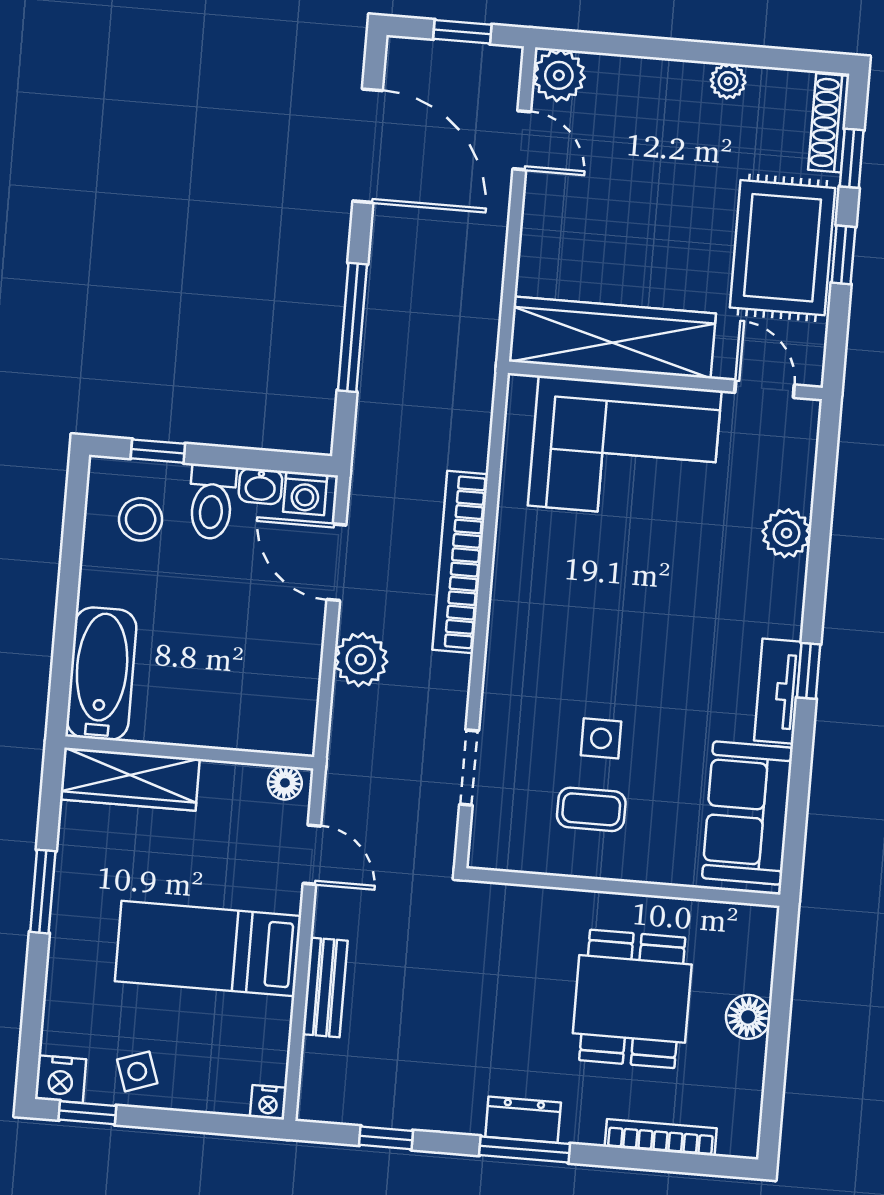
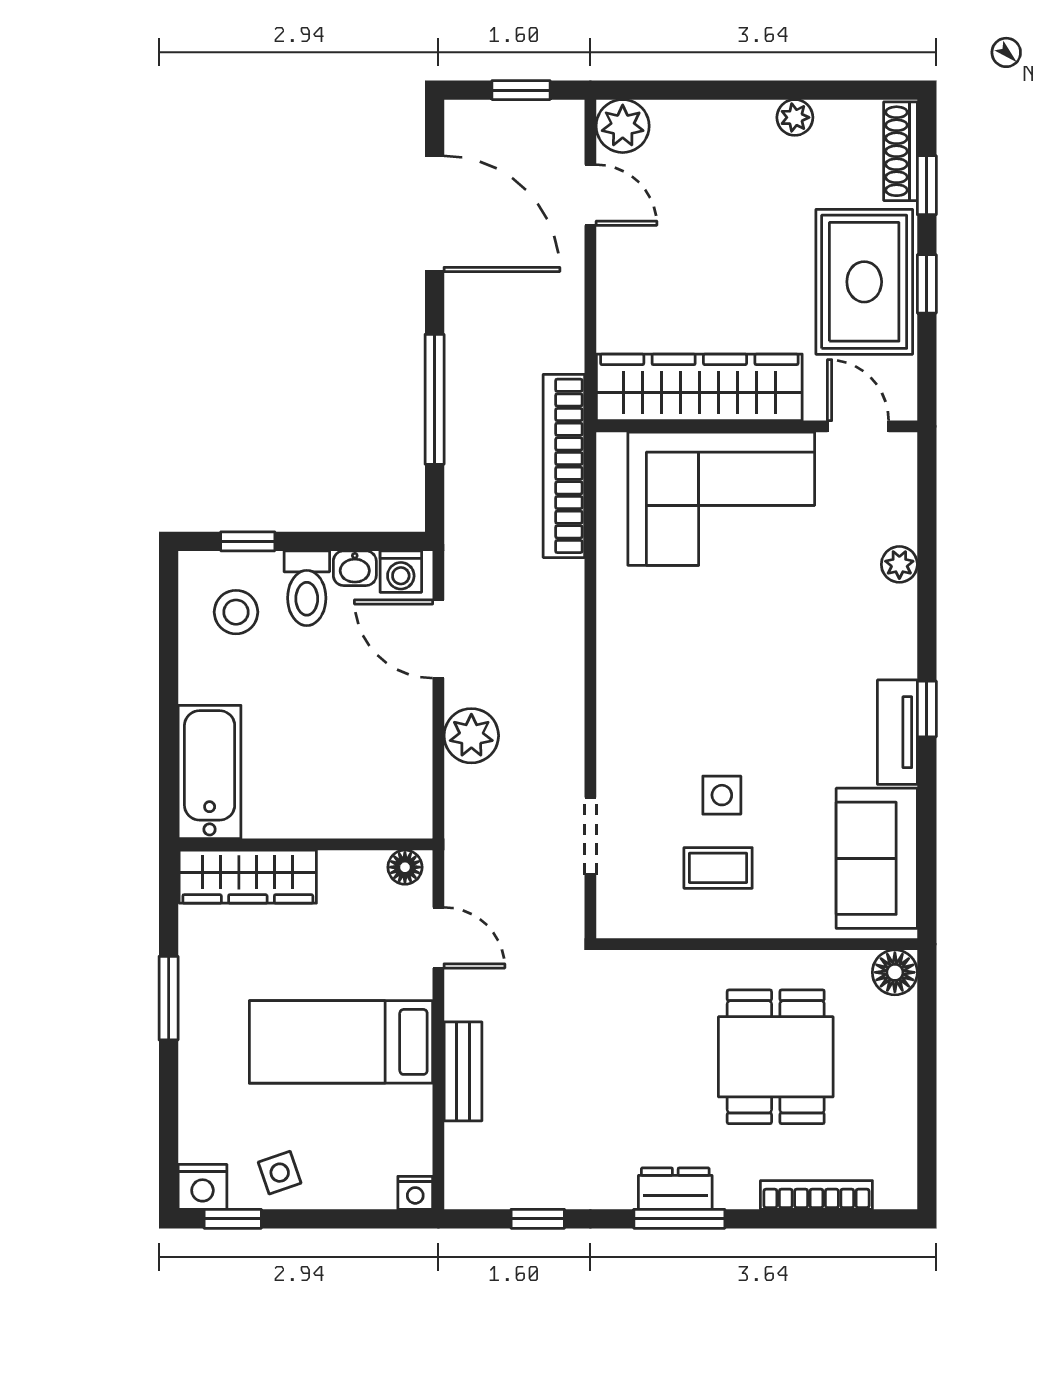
plant: (786, 533) -> (899, 564), width x0.73, depth x0.73
bookcase: (460, 562) -> (564, 466), moved
floor lamp: (748, 1017) -> (895, 972), moved

